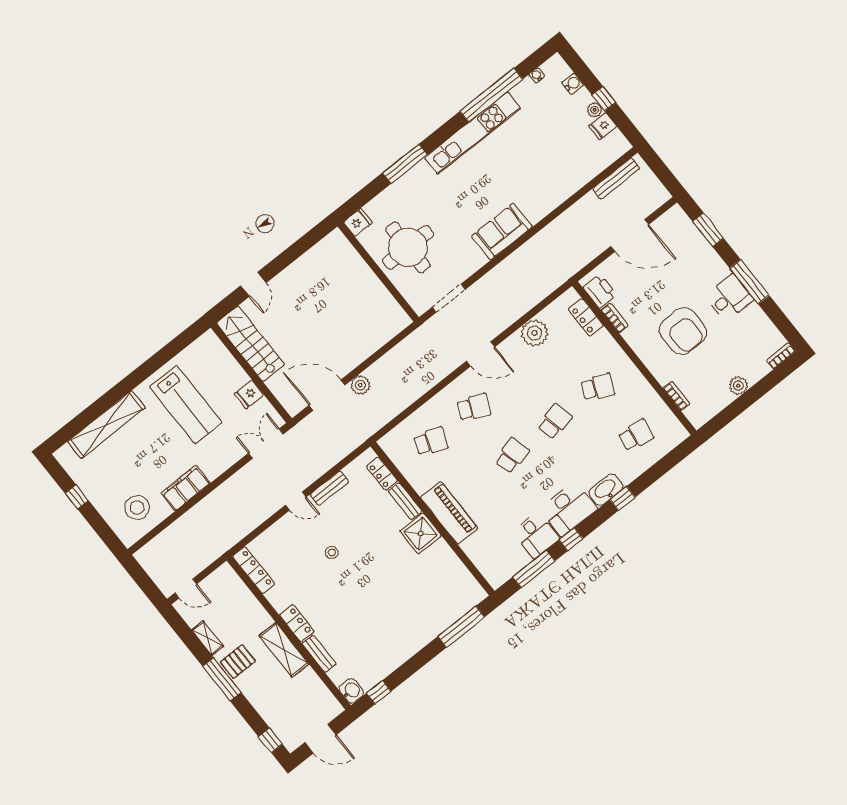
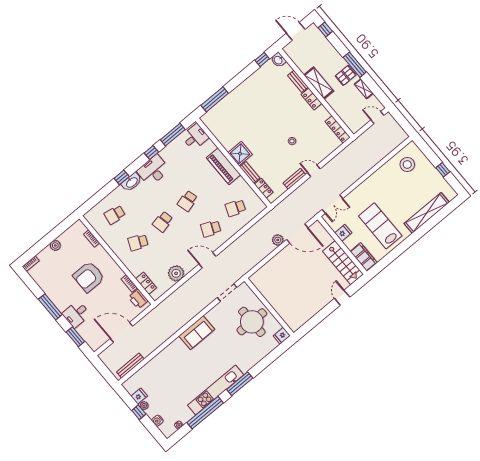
window: (405, 164) -> (240, 384), moved
desk: (729, 298) -> (76, 314), moved
armchair: (683, 331) -> (89, 277), turned -90
filing cabinet: (186, 488) -> (364, 257), moved, turned -90
desk: (536, 535) -> (195, 137), moved, turned 90

